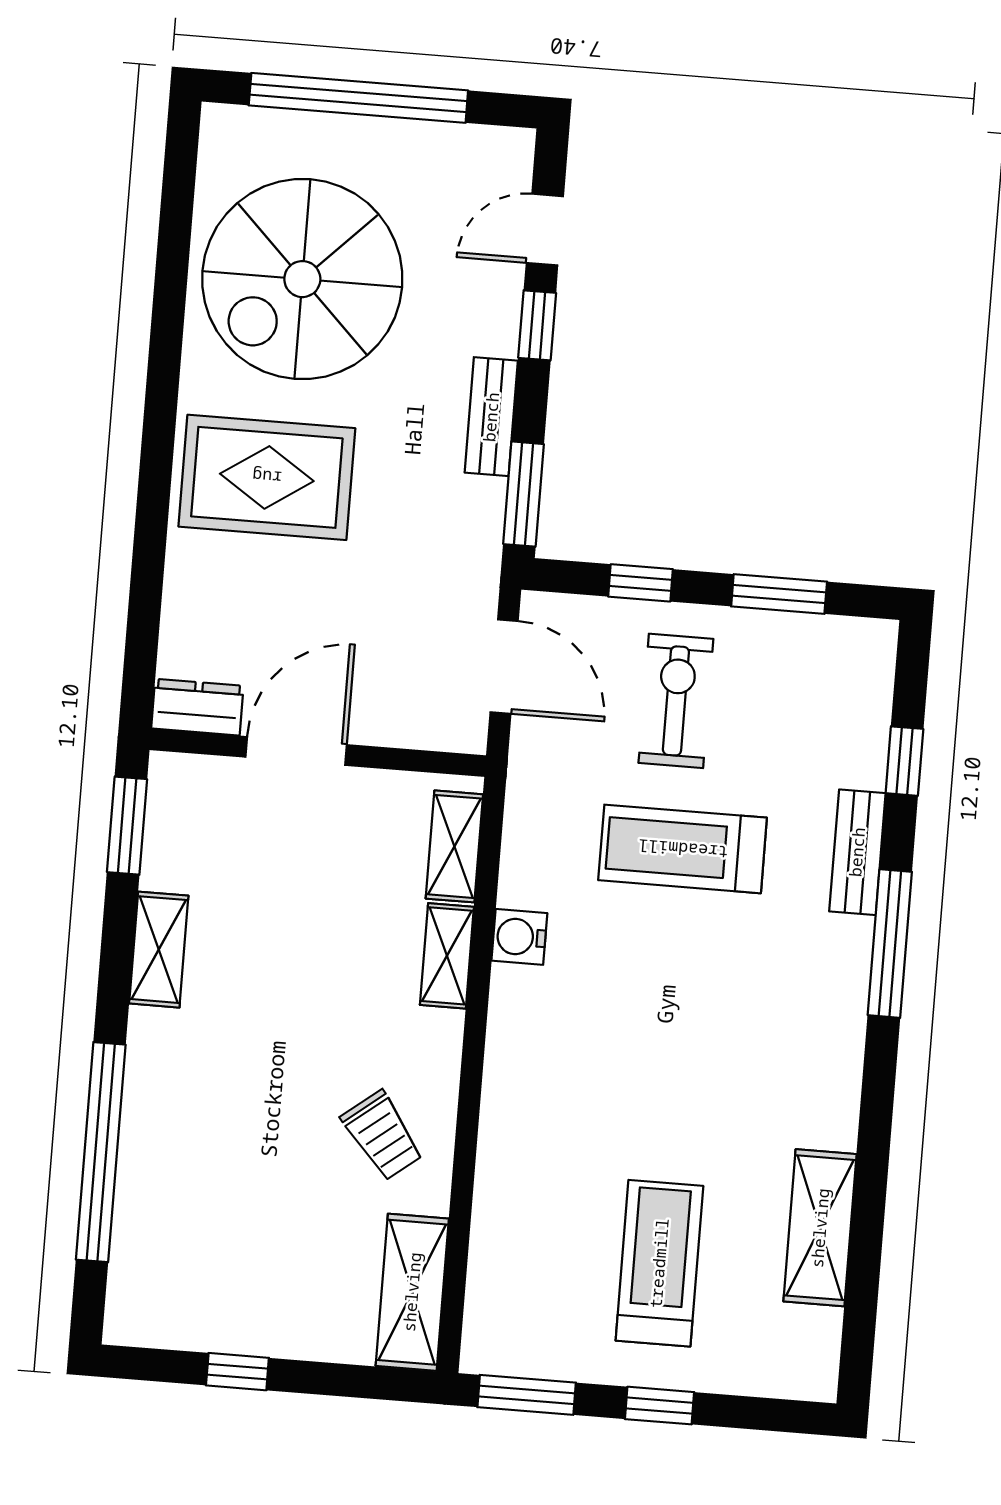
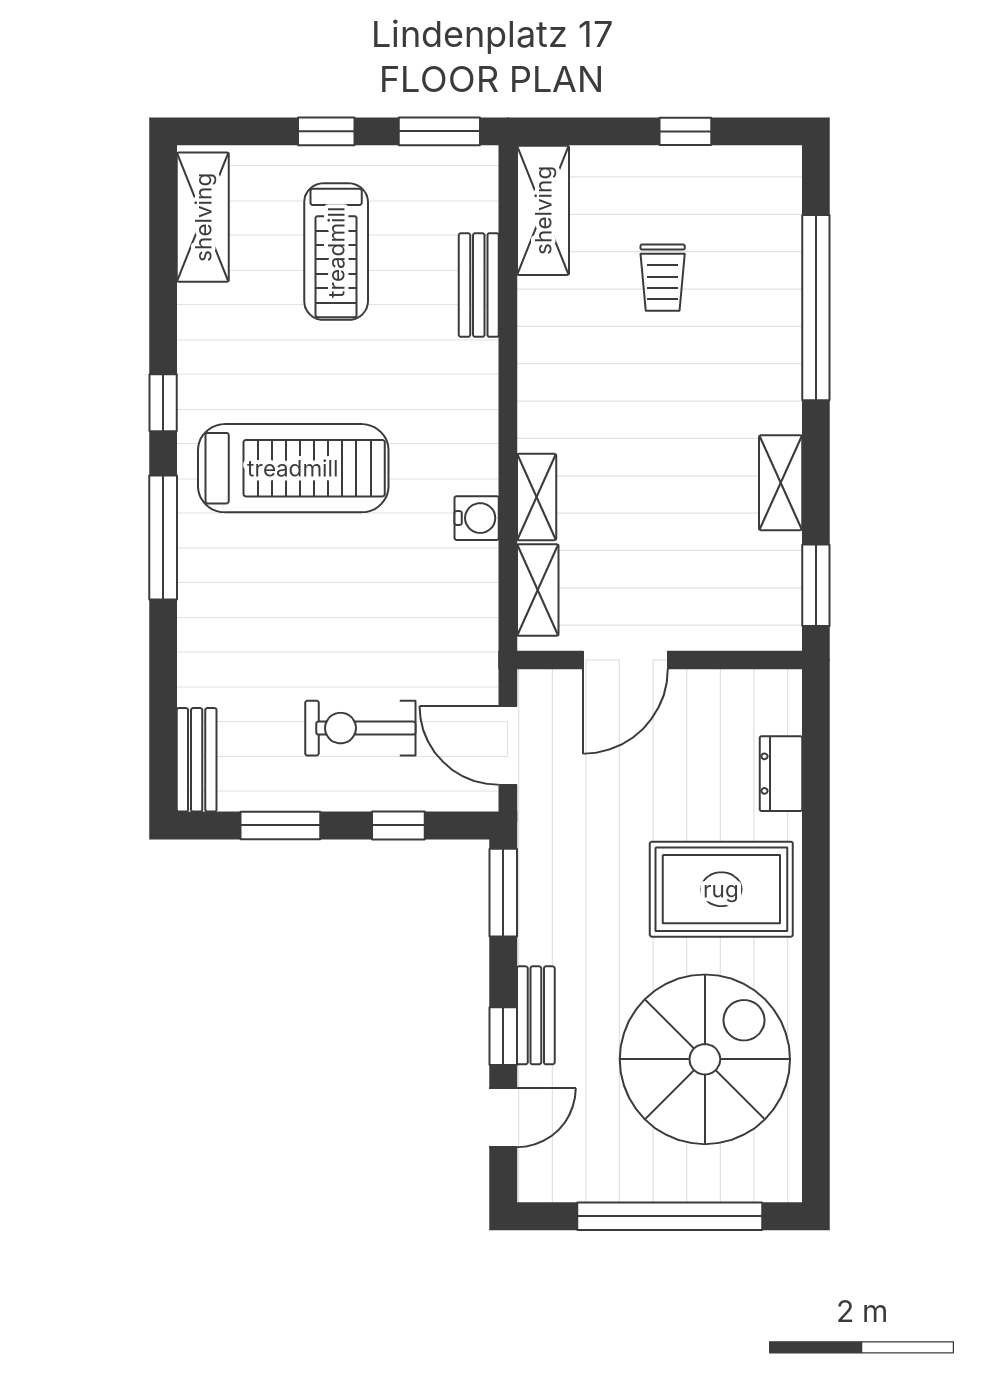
bench: (491, 417) -> (536, 1015), moved
exercise bike: (676, 701) -> (360, 728), turned 90
dresser: (197, 707) -> (781, 774), moved, turned 90
door: (296, 751) -> (625, 660), moved
window: (904, 761) -> (163, 403), moved
treadmill: (683, 849) -> (293, 468), moved, width x1.37, depth x1.38
bench: (857, 852) -> (197, 760), moved
trolley: (382, 1135) -> (663, 278), moved, turned -142
bench: (495, 1211) -> (479, 285), added
shelving: (820, 1228) -> (203, 217), moved

